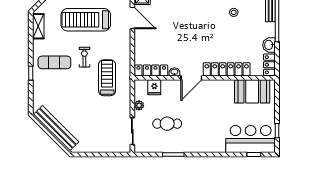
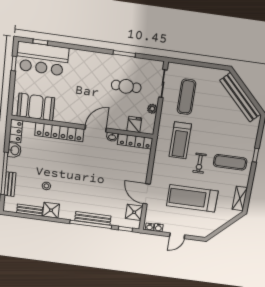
treadmill: (86, 20) -> (192, 198), turned 180
exercise mat: (108, 122) -> (186, 97), added

